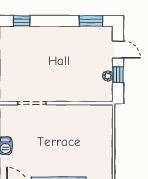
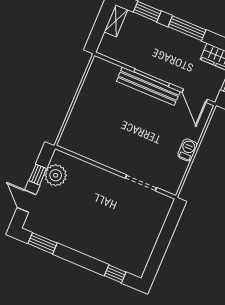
plant: (108, 76) -> (56, 175), width x1.88, depth x1.88

